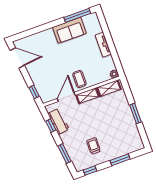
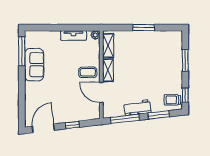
tv unit: (103, 45) -> (73, 35), moved
window: (34, 92) -> (72, 125), moved
workbench: (58, 121) -> (138, 108), moved
window: (51, 126) -> (125, 119), width x2.17
trolley: (94, 146) -> (172, 100), moved

